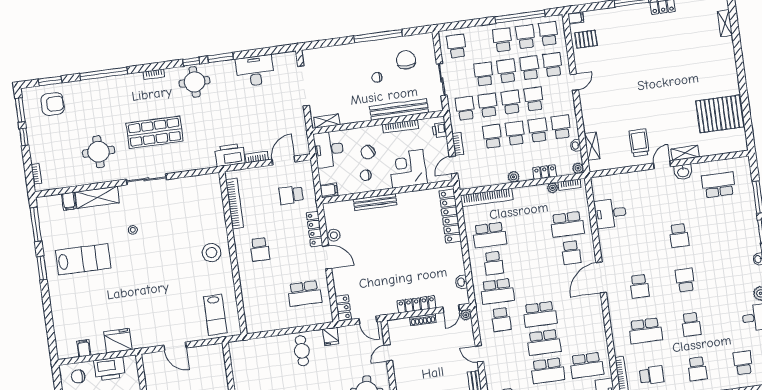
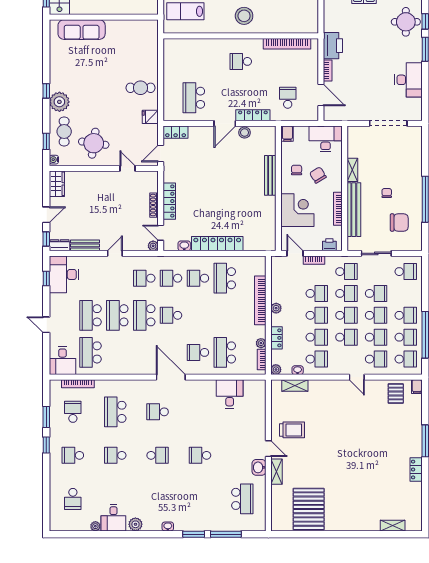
shelving: (327, 121) -> (352, 170), moved
bookcase: (487, 198) -> (260, 300), moved
locker: (450, 216) -> (217, 244), moved
school desk: (536, 286) -> (171, 315), added
school desk: (497, 291) -> (171, 278), width x0.54
school desk: (743, 363) -> (73, 499), turned 90
school desk: (652, 375) -> (73, 412), turned 180

